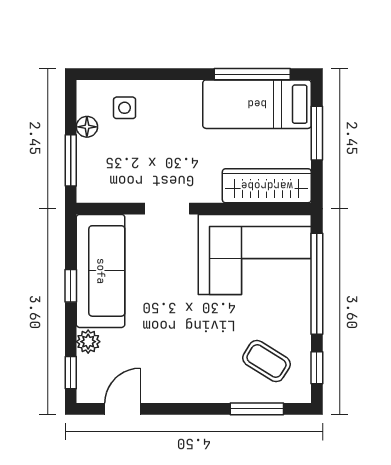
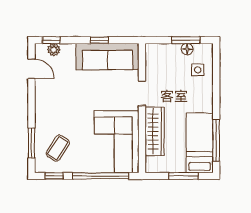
window: (71, 160) -> (186, 40), moved
wardrobe: (267, 186) -> (155, 131), moved
plant: (88, 342) -> (54, 50), moved

